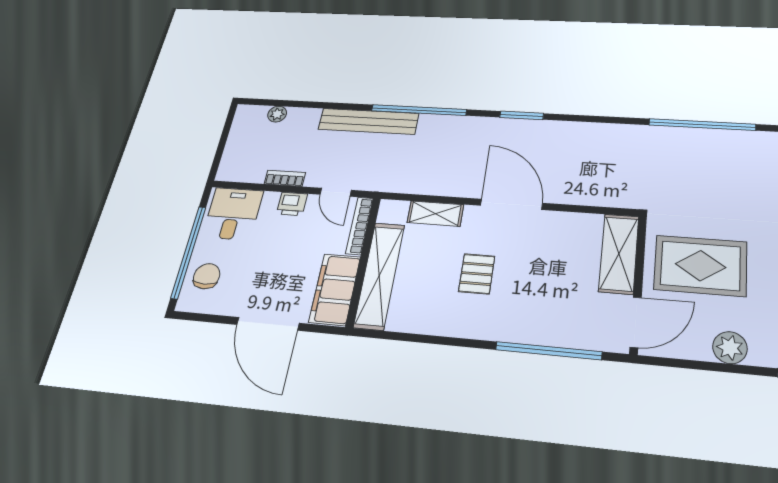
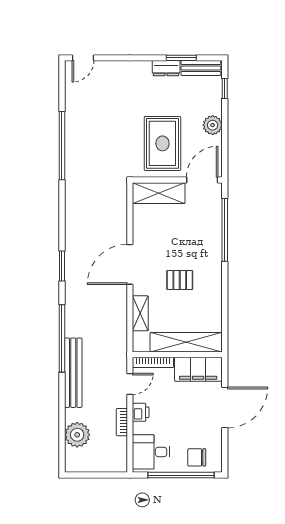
plant: (277, 114) -> (77, 435), width x1.87, depth x1.87
door: (636, 322) -> (202, 180), hinge flipped

